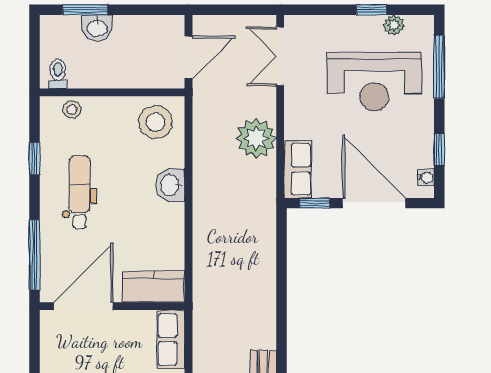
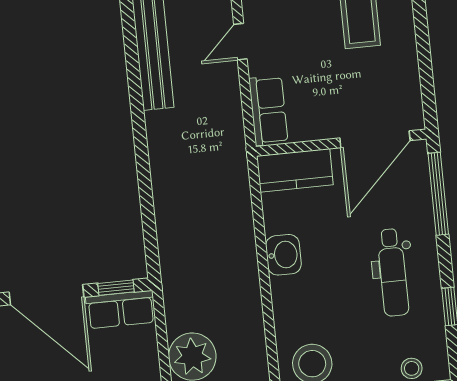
row of seats: (298, 169) -> (121, 309), moved, turned -90
washbasin: (170, 185) -> (283, 255), moved

